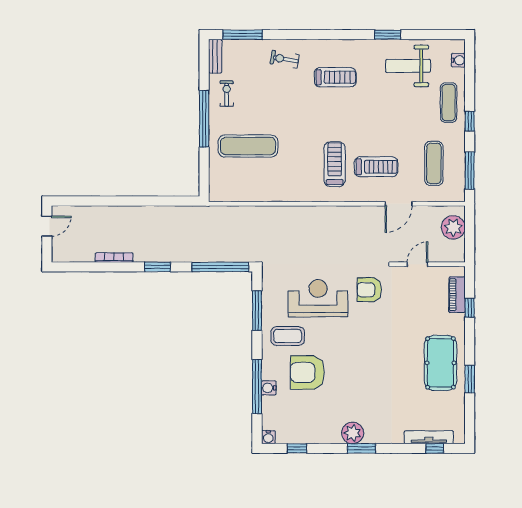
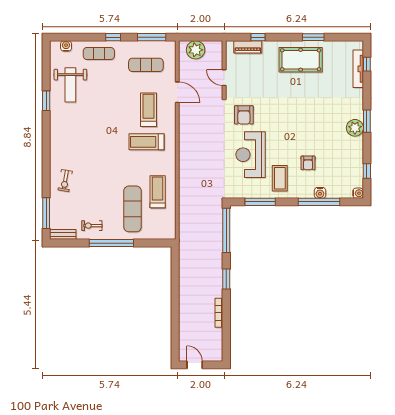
treadmill: (335, 77) -> (158, 192), moved
armchair: (307, 372) -> (308, 163), width x0.53, depth x0.53

